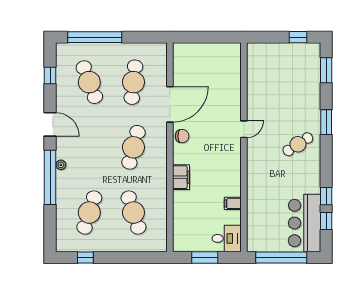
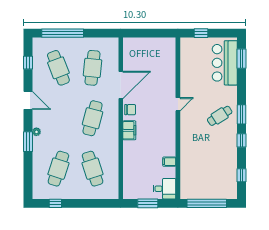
window: (298, 37) -> (201, 33), moved
window: (326, 122) -> (241, 114), moved
window: (50, 177) -> (28, 142), width x0.47
filing cabinet: (181, 177) -> (129, 130), moved
window: (326, 196) -> (241, 140), moved
bar counter: (305, 223) -> (225, 63), moved

